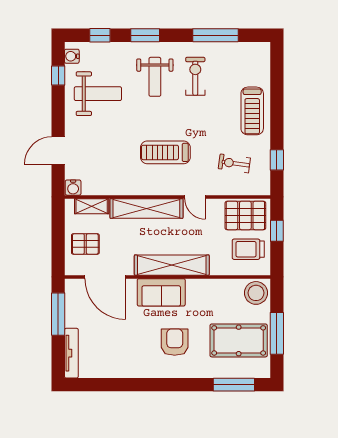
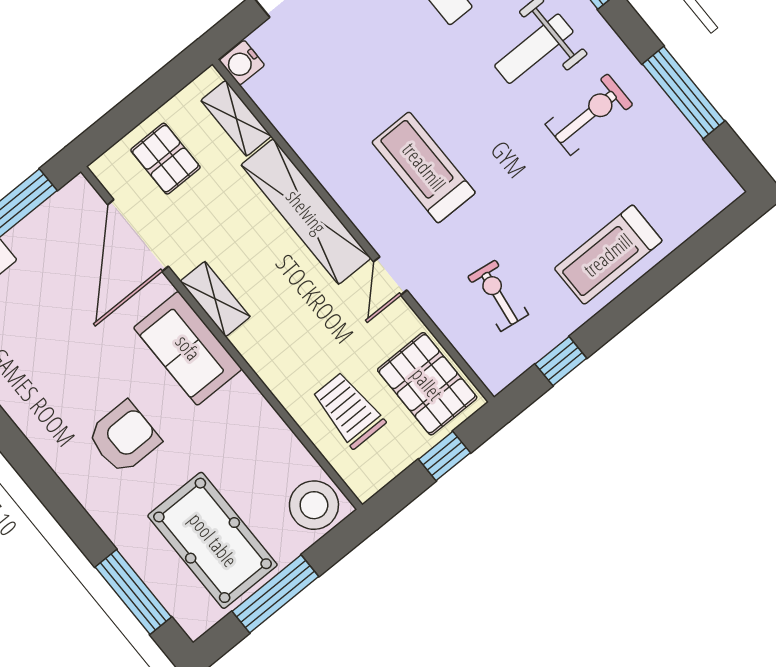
trolley: (248, 249) -> (349, 410), moved
shelving: (172, 265) -> (215, 299), width x0.45, depth x0.75

